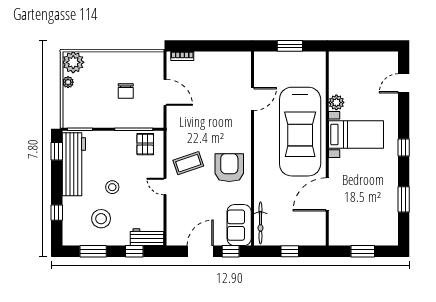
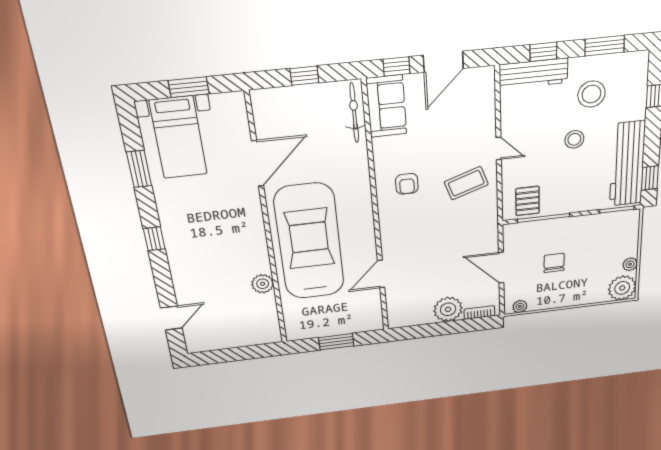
plant: (152, 57) -> (520, 306), added
plant: (206, 62) -> (448, 309), added
bed with nightstands: (356, 134) -> (178, 138), moved, turned -90
armchair: (229, 168) -> (407, 184), width x0.53, depth x0.53
workbench: (147, 237) -> (533, 74), width x1.38

